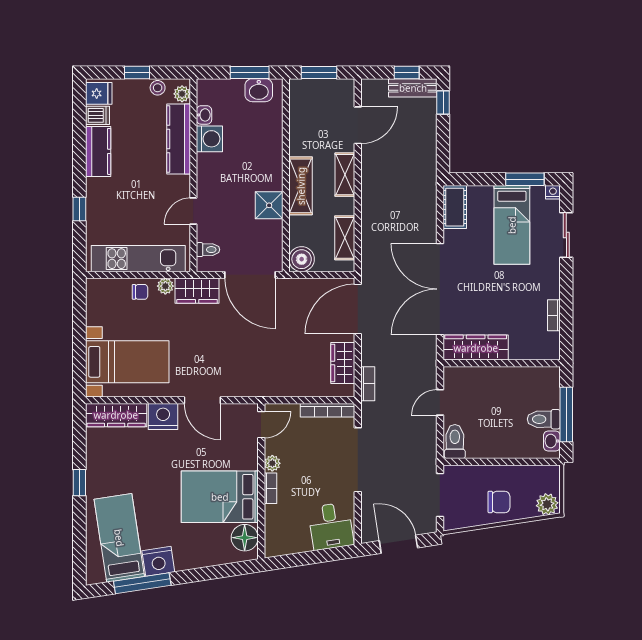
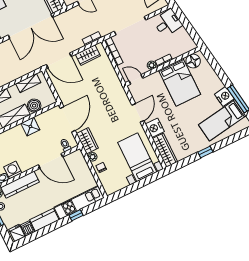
door: (193, 211) -> (51, 161), width x1.87
kitchen unit: (138, 259) -> (79, 202), moved, turned 90
boiler: (302, 259) -> (34, 106), moved

